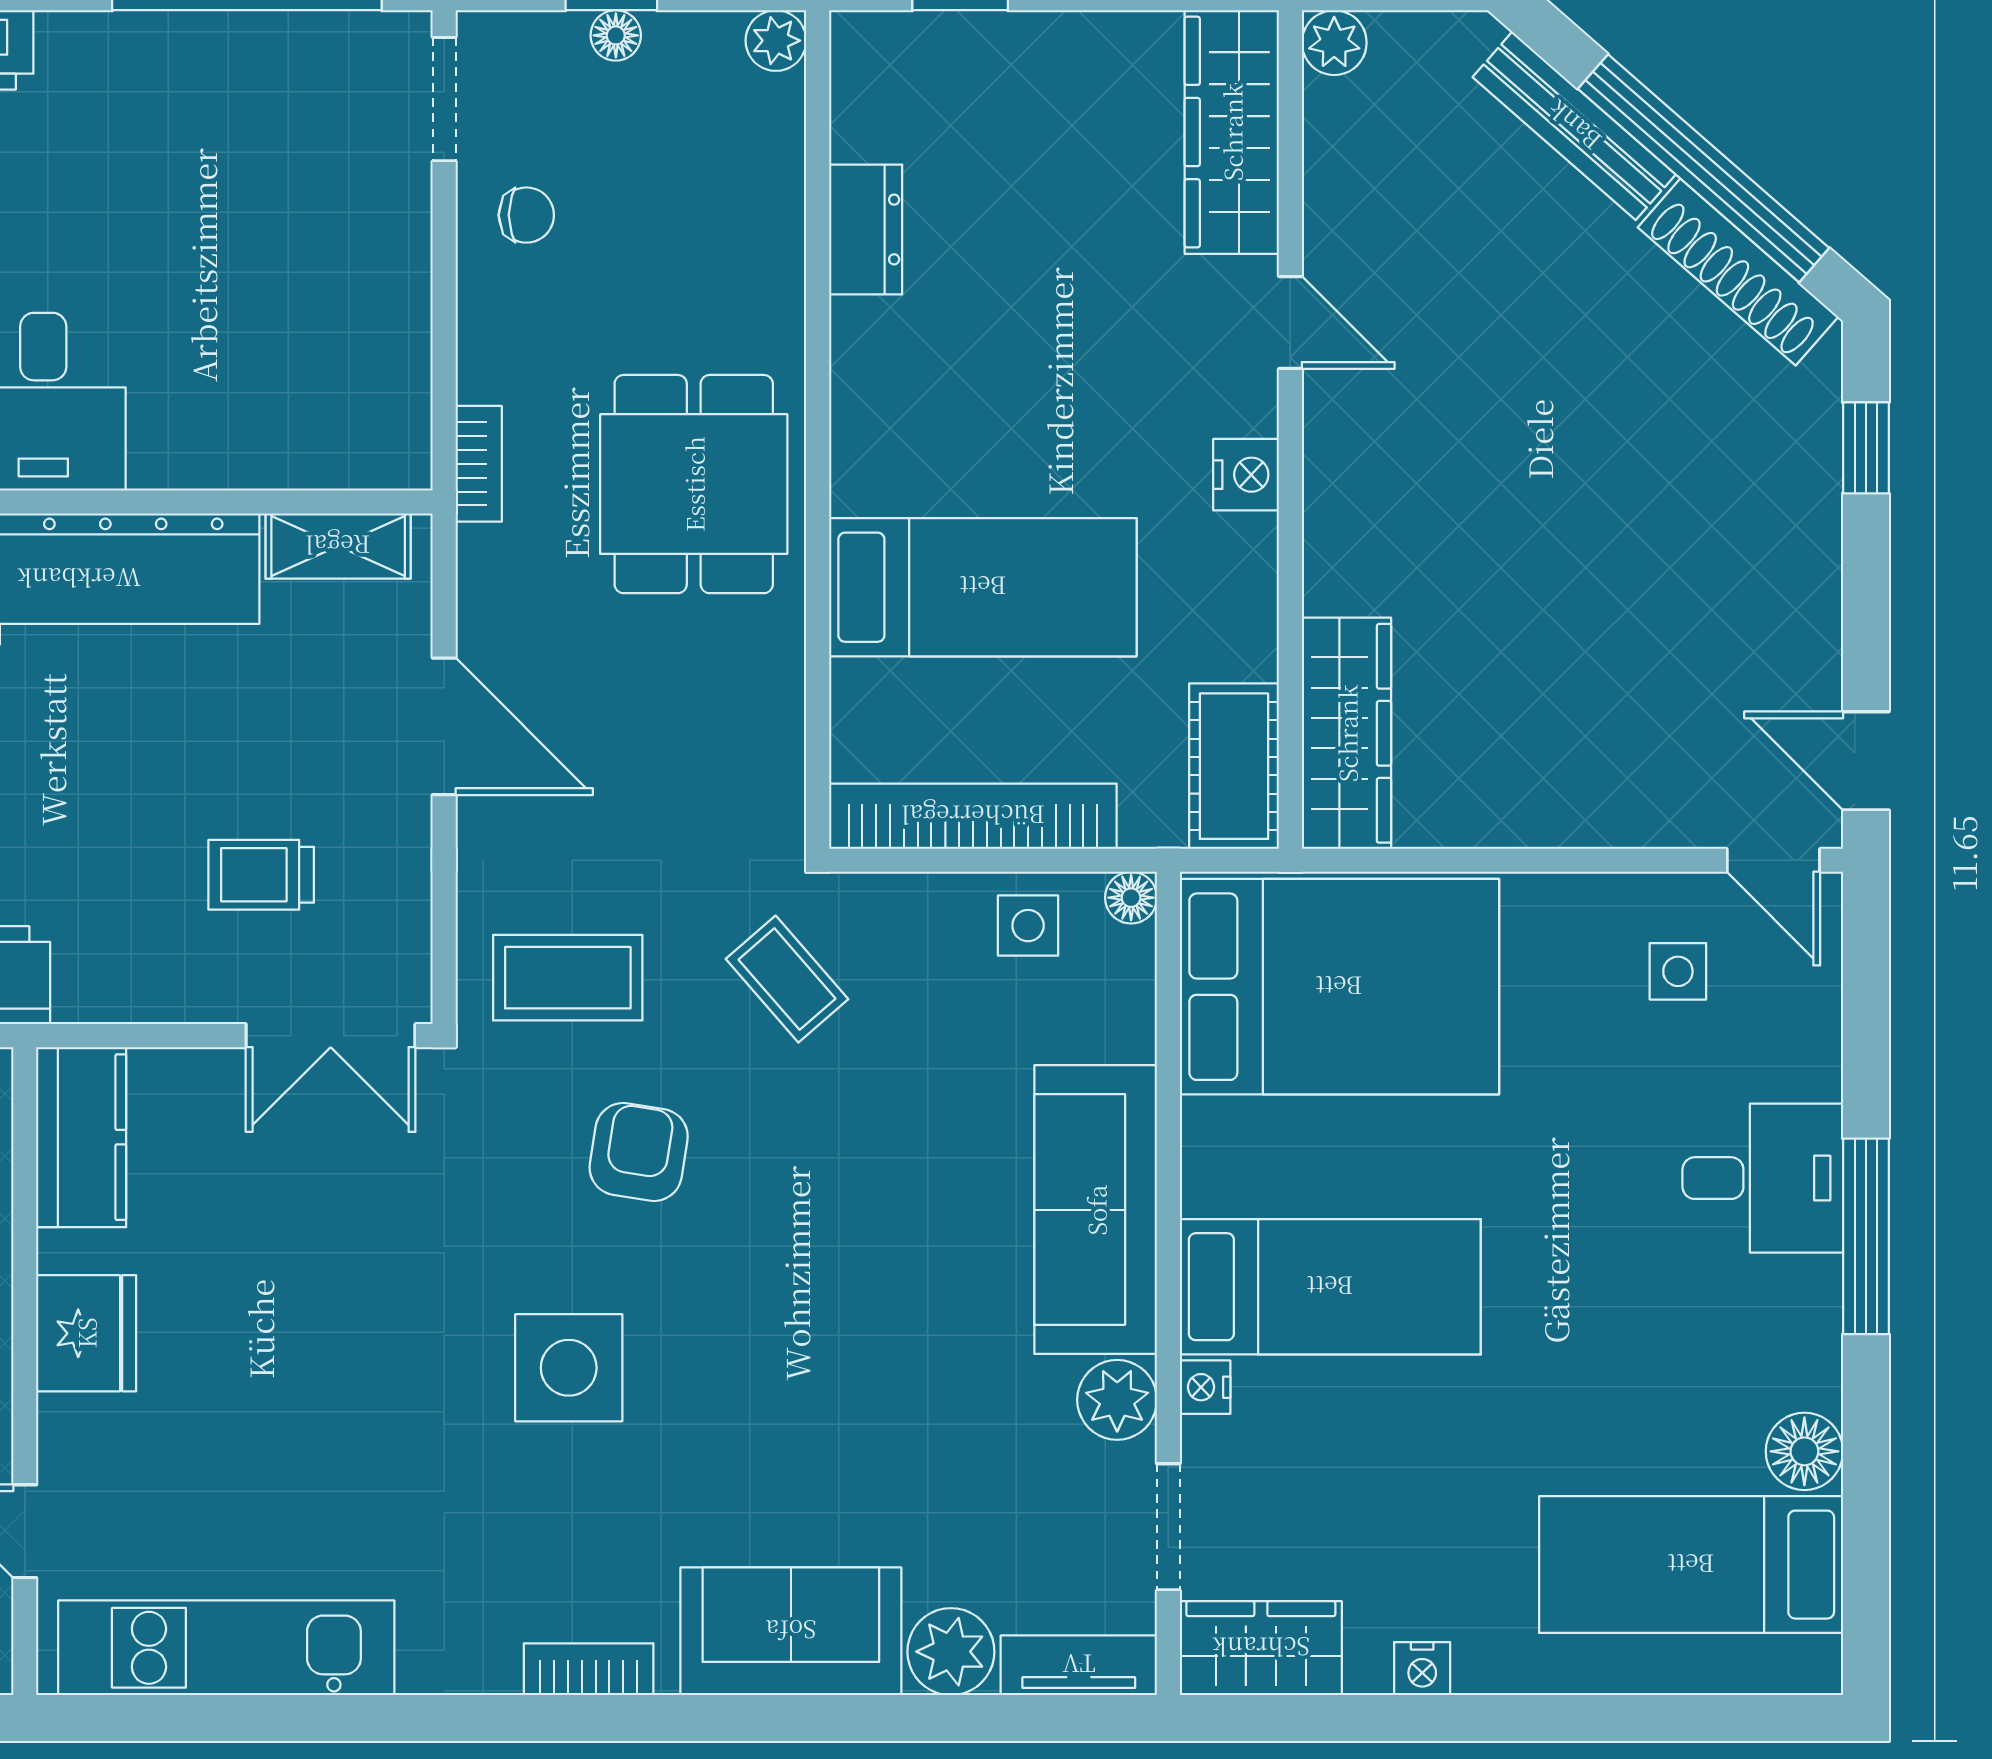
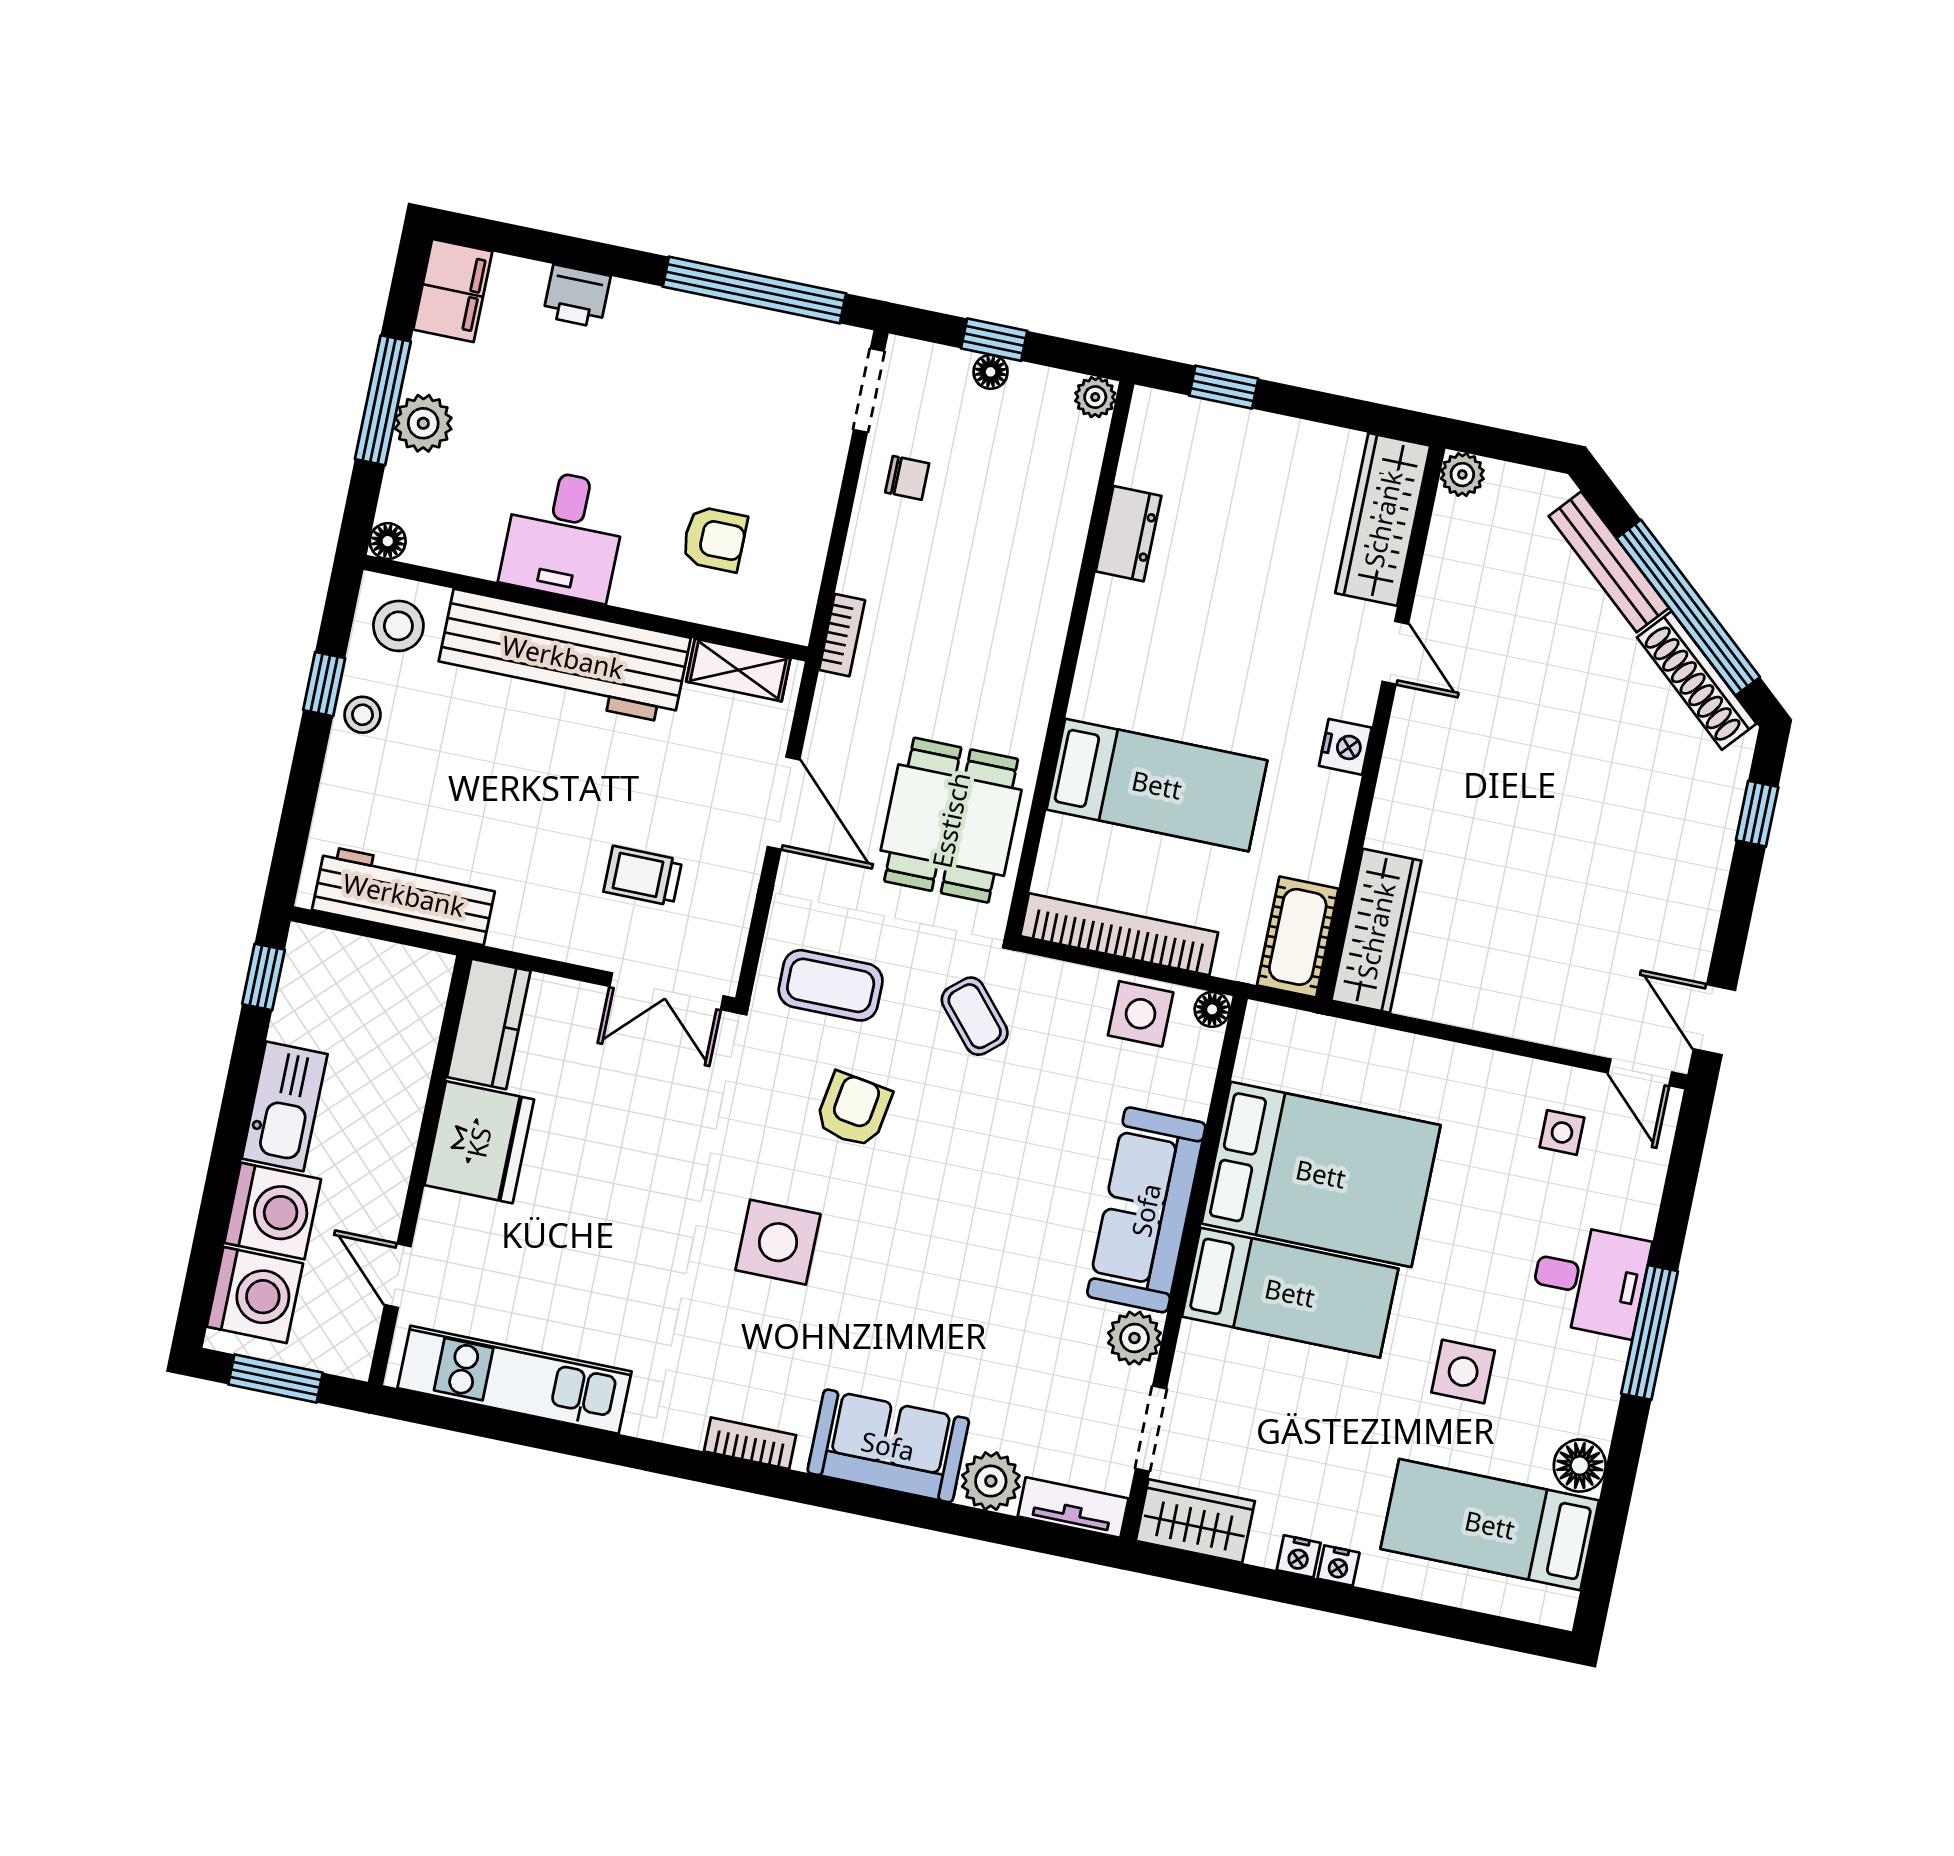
armchair: (264, 362) -> (714, 539), added
dining table: (694, 484) -> (951, 820), moved
side table: (1028, 926) -> (1141, 1014), width x1.37, depth x1.37
bed: (1339, 987) -> (1321, 1174), moved
fridge: (86, 1333) -> (479, 1142), width x1.36, depth x1.34
side table: (1606, 1350) -> (1463, 1372), added
nightstand: (1205, 1387) -> (1339, 1566), moved, turned -90

